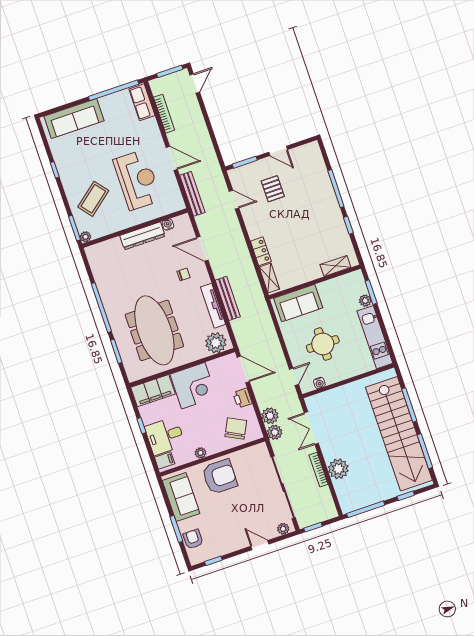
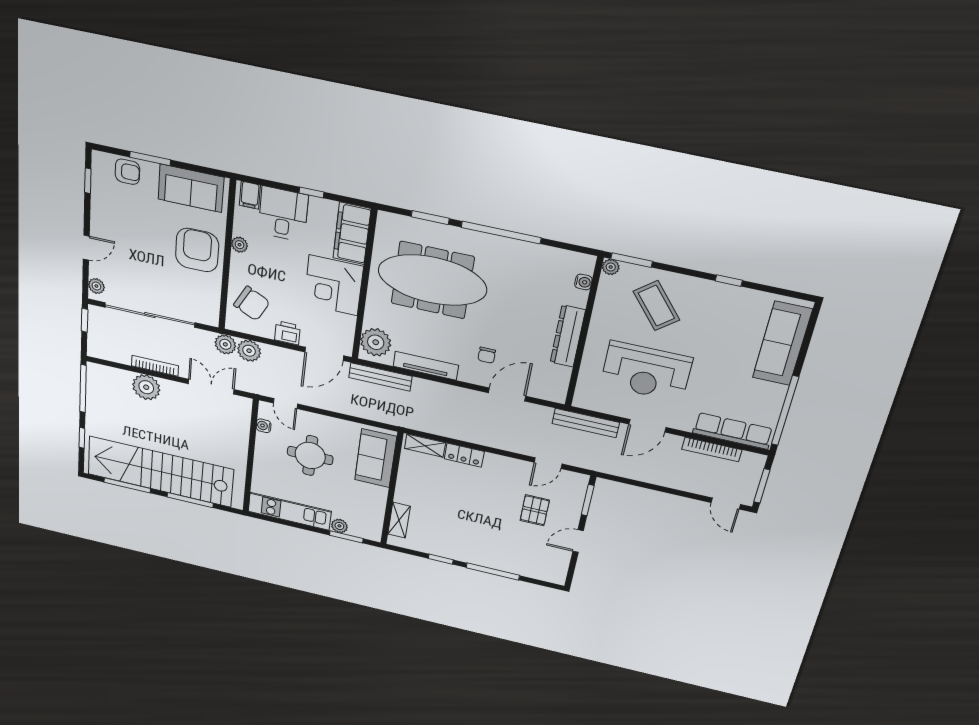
row of seats: (142, 102) -> (733, 431), width x1.48
pallet: (273, 189) -> (535, 510), turned 90
water cooler: (168, 225) -> (583, 282), moved
bench: (228, 298) -> (380, 377), moved
armchair: (220, 477) -> (197, 250), turned 180

